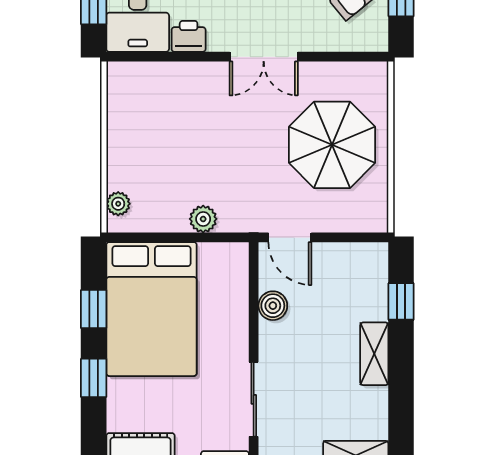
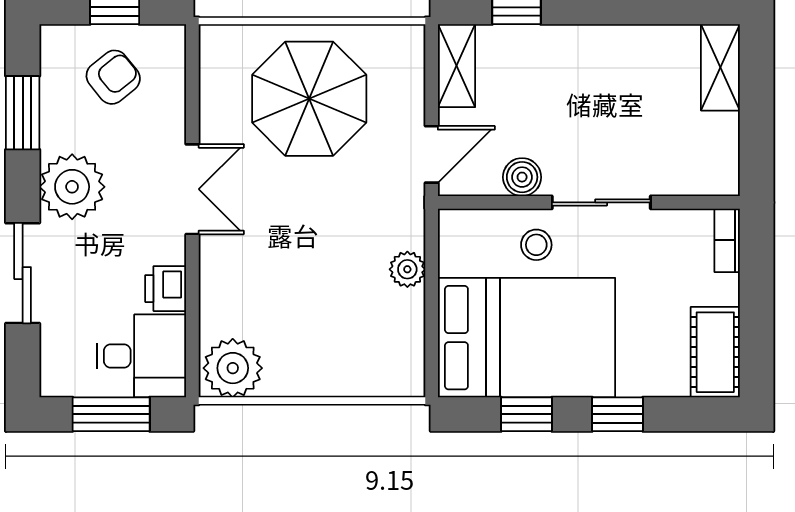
plant: (118, 204) -> (233, 368), moved, width x1.87, depth x1.87
stool: (222, 316) -> (536, 245), added
shelving: (374, 354) -> (457, 66), moved, turned 90
sliding door: (254, 399) -> (601, 202), moved

